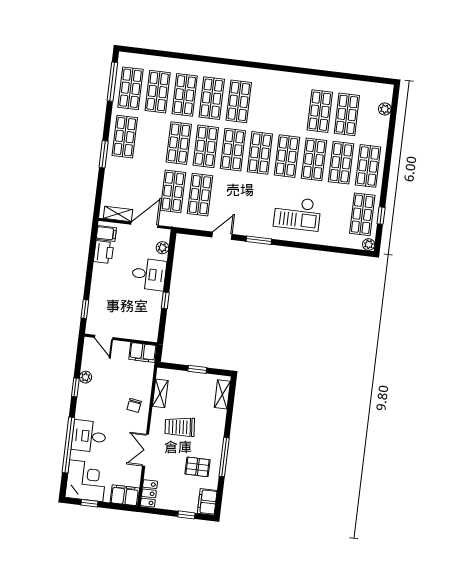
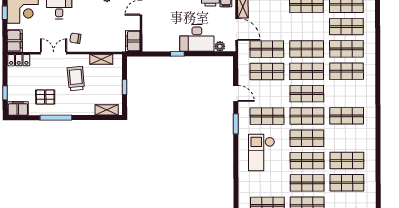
shop shelf: (239, 101) -> (347, 116), moved
shop shelf: (254, 201) -> (267, 116), added
desk: (149, 274) -> (197, 38), width x1.37
chair: (134, 405) -> (75, 38), moved
pallet: (197, 467) -> (45, 97), turned 90

